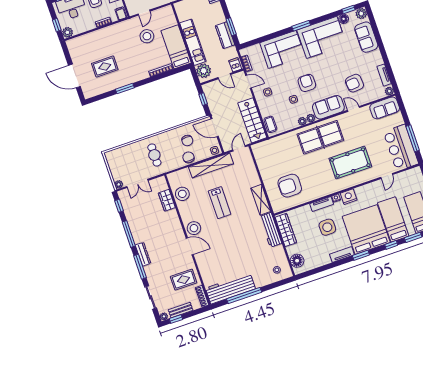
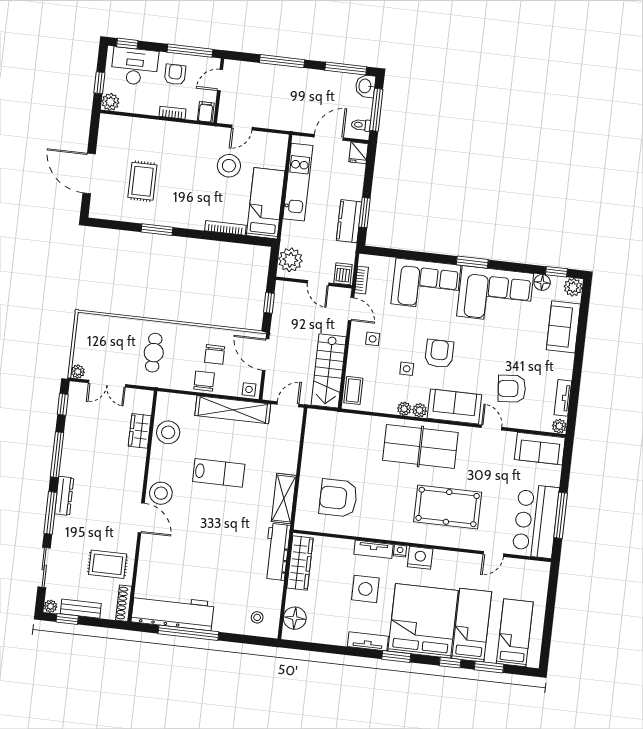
kitchen unit: (193, 42) -> (298, 182), moved
rug: (105, 66) -> (142, 181), turned 90
lab bench: (220, 203) -> (219, 473), turned -90

